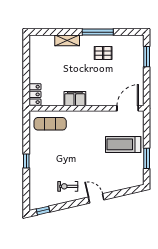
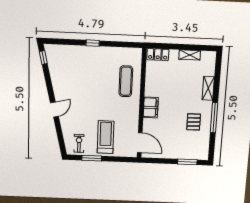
shelving: (34, 62) -> (190, 55), added
filing cabinet: (75, 99) -> (151, 107), moved
exercise mat: (50, 124) -> (126, 81), moved
exercise bike: (68, 186) -> (79, 143), moved

